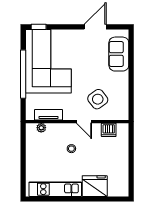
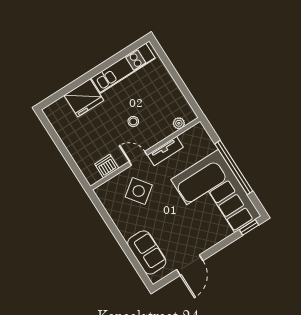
tv unit: (48, 115) -> (165, 151), moved

